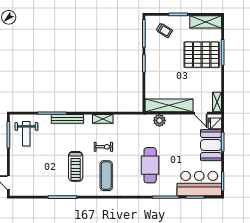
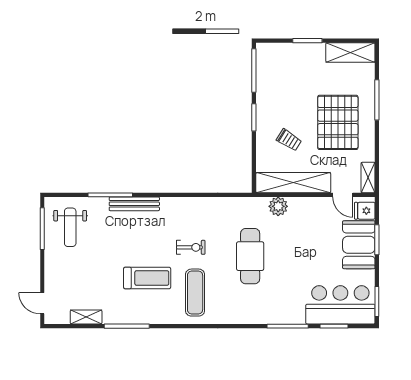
trolley: (164, 30) -> (289, 140), moved
pallet: (202, 55) -> (338, 122), moved, turned 90
shelving: (103, 119) -> (86, 317), moved
cafe table: (150, 165) -> (250, 256), moved
treadmill: (76, 166) -> (147, 278), turned -90

